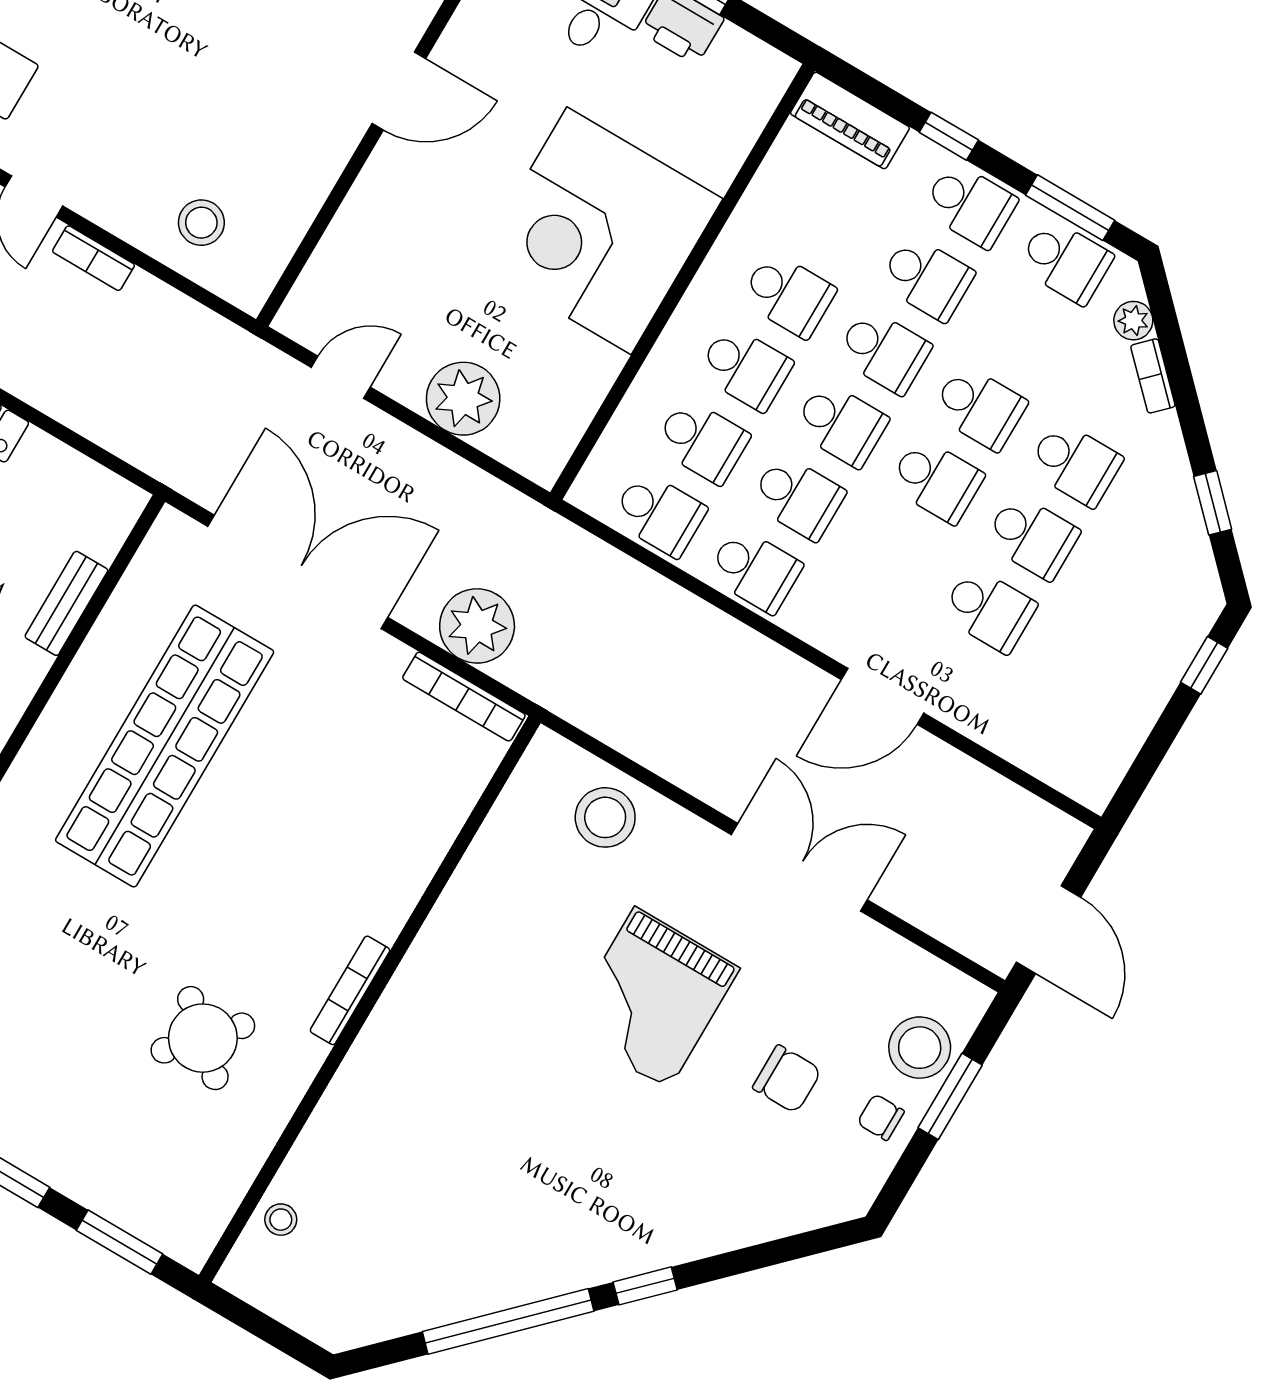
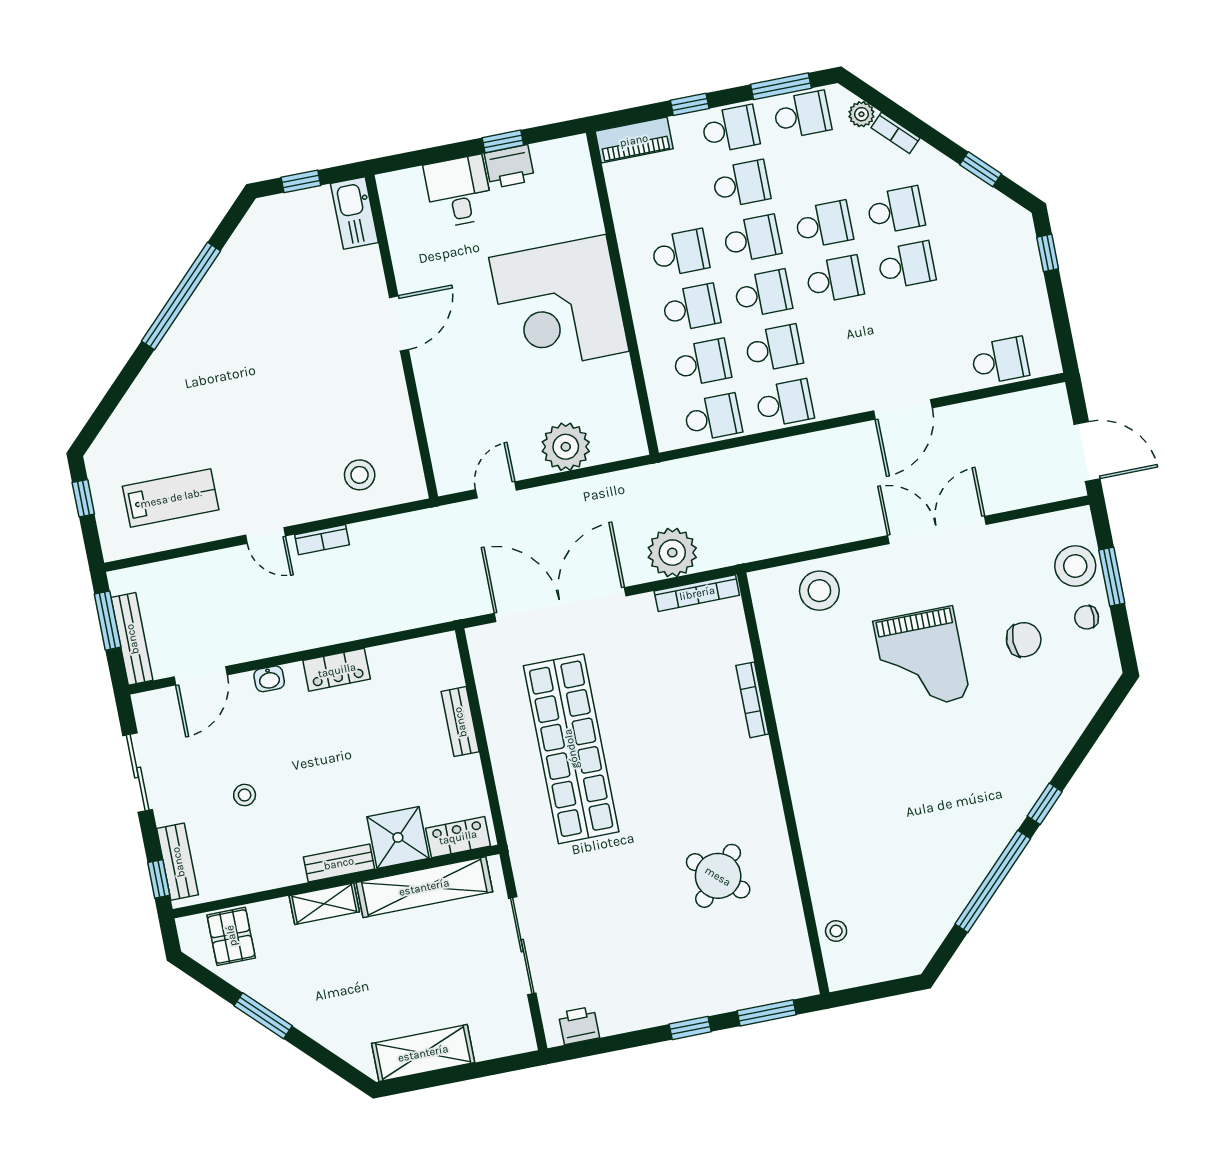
school desk: (989, 610) -> (1000, 361), moved
bookcase: (350, 990) -> (752, 700), moved

